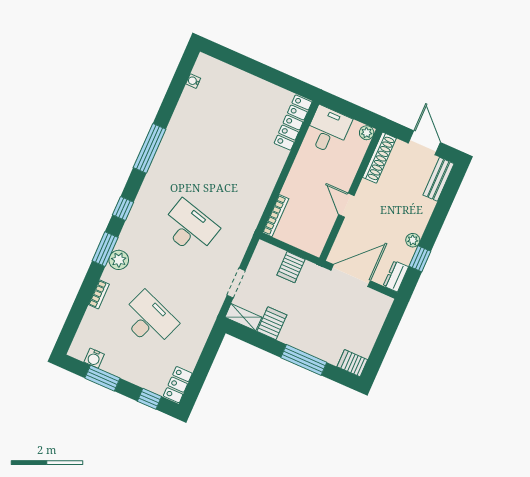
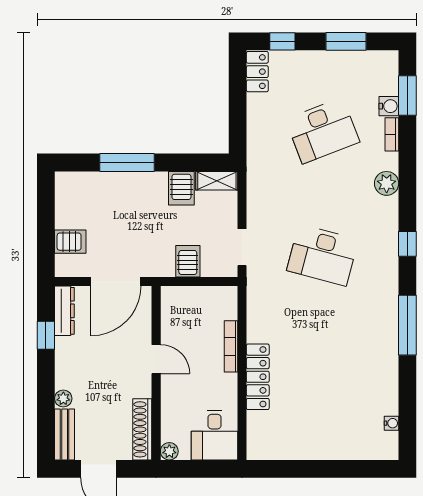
locker: (293, 123) -> (258, 377), moved
bookcase: (275, 216) -> (231, 346), moved
plant: (413, 240) -> (63, 399), moved
window: (105, 249) -> (407, 96), moved
dresser: (396, 276) -> (64, 311), width x1.44
doorway: (236, 283) -> (242, 247), moved
desk: (149, 320) -> (323, 131), turned -42
water cooler: (94, 358) -> (389, 106), moved, turned 90
server rack: (352, 363) -> (70, 242), moved

